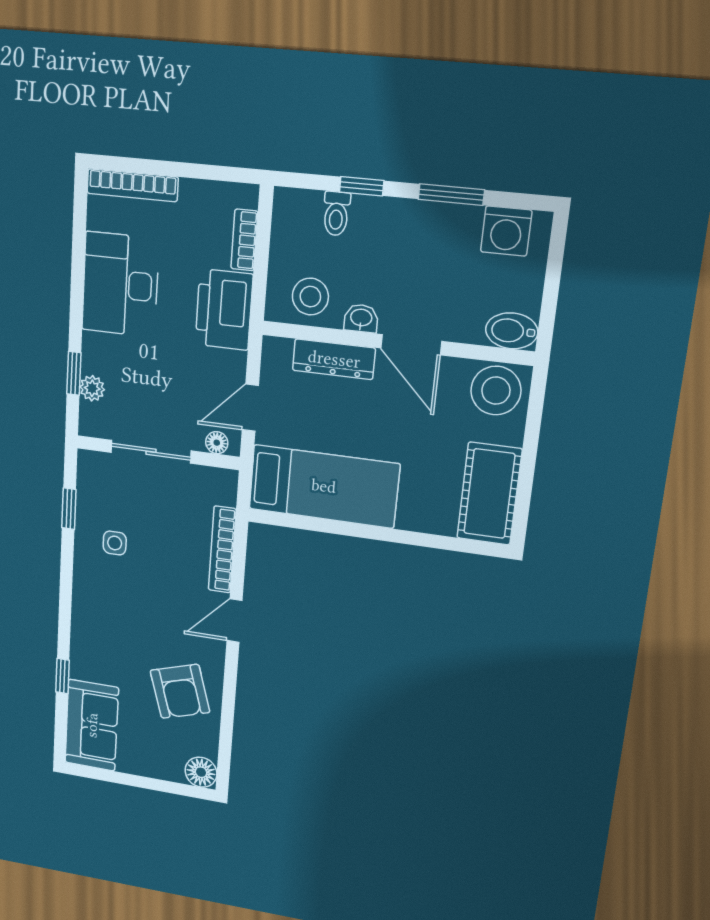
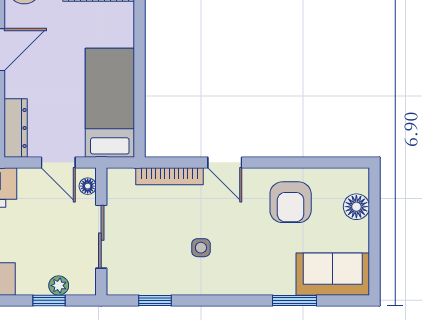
dresser: (334, 359) -> (16, 128), moved
side table: (115, 543) -> (201, 248), moved
window: (63, 676) -> (294, 300), width x1.50
armchair: (180, 691) -> (291, 202), turned 107
floor lamp: (201, 772) -> (356, 207), moved

